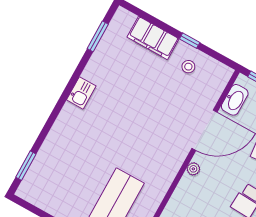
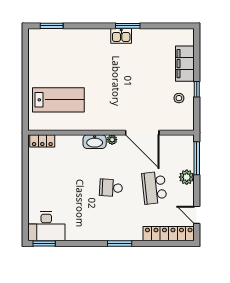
window: (98, 36) -> (128, 26), moved
washbasin: (235, 100) -> (95, 142), moved

